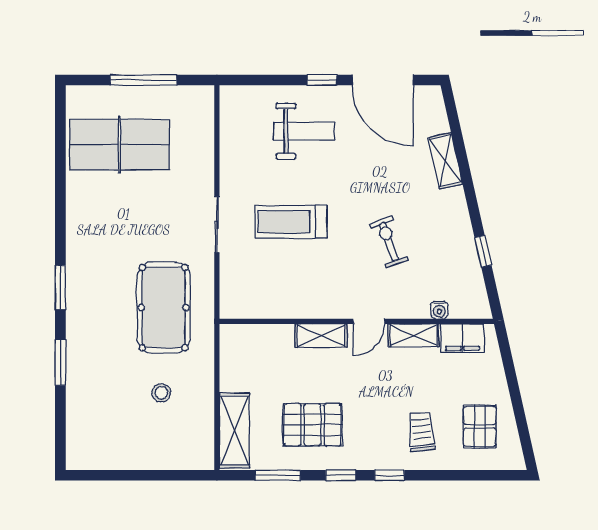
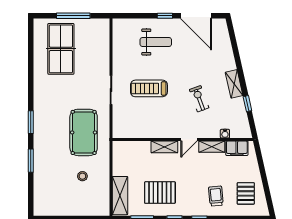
table tennis table: (119, 145) -> (61, 49), turned 90
shelving: (445, 161) -> (234, 84), moved

